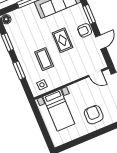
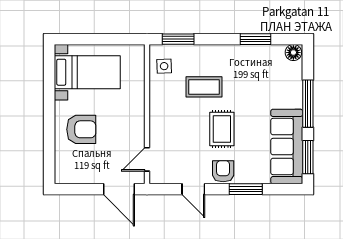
rug: (62, 40) -> (222, 129), turned 90
window: (19, 70) -> (178, 39), moved
bed with nightstands: (59, 110) -> (87, 72), moved, turned 180

